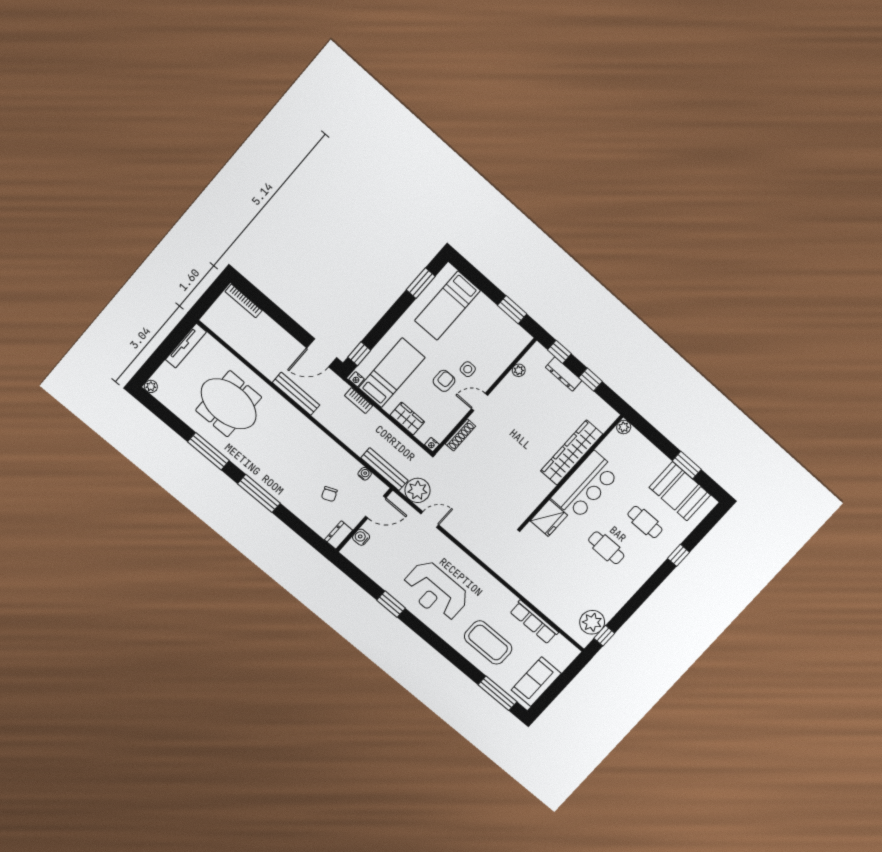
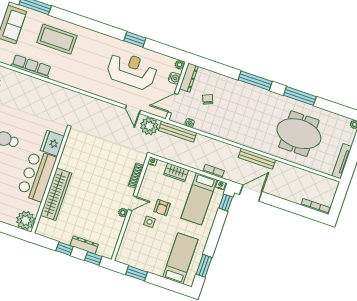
plant: (519, 370) -> (123, 213), moved
plant: (624, 427) -> (26, 220), width x1.88, depth x1.88
door: (430, 519) -> (133, 109), hinge flipped
dresser: (338, 535) -> (189, 78), width x1.44
plant: (348, 551) -> (180, 65), added
reception desk: (436, 591) -> (132, 71), moved

